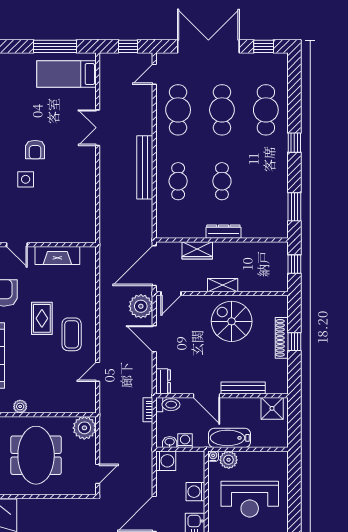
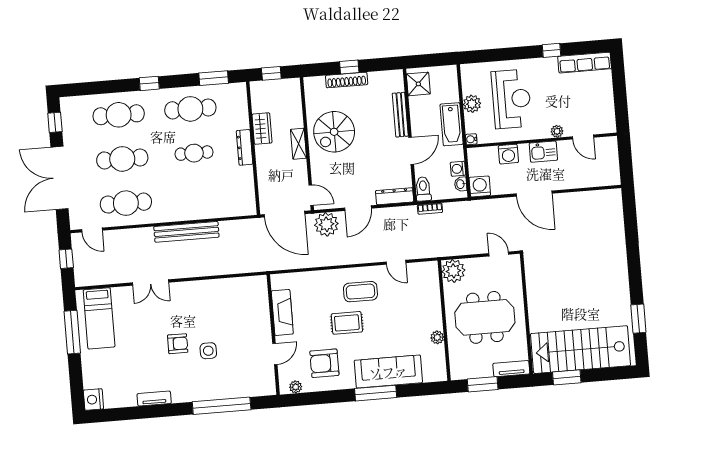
cafe table: (178, 181) -> (190, 109), moved, width x1.37, depth x1.35
wardrobe: (197, 250) -> (262, 129), moved
dresser: (163, 381) -> (395, 196), width x1.44
plant: (229, 460) -> (472, 104), moved

